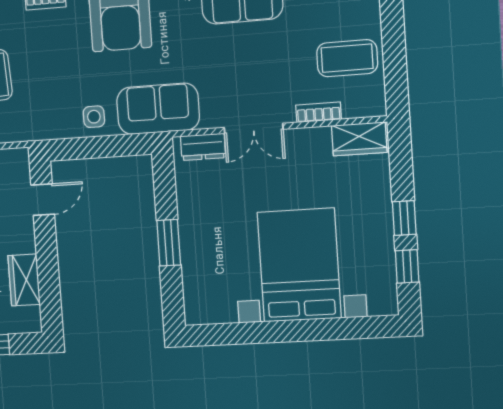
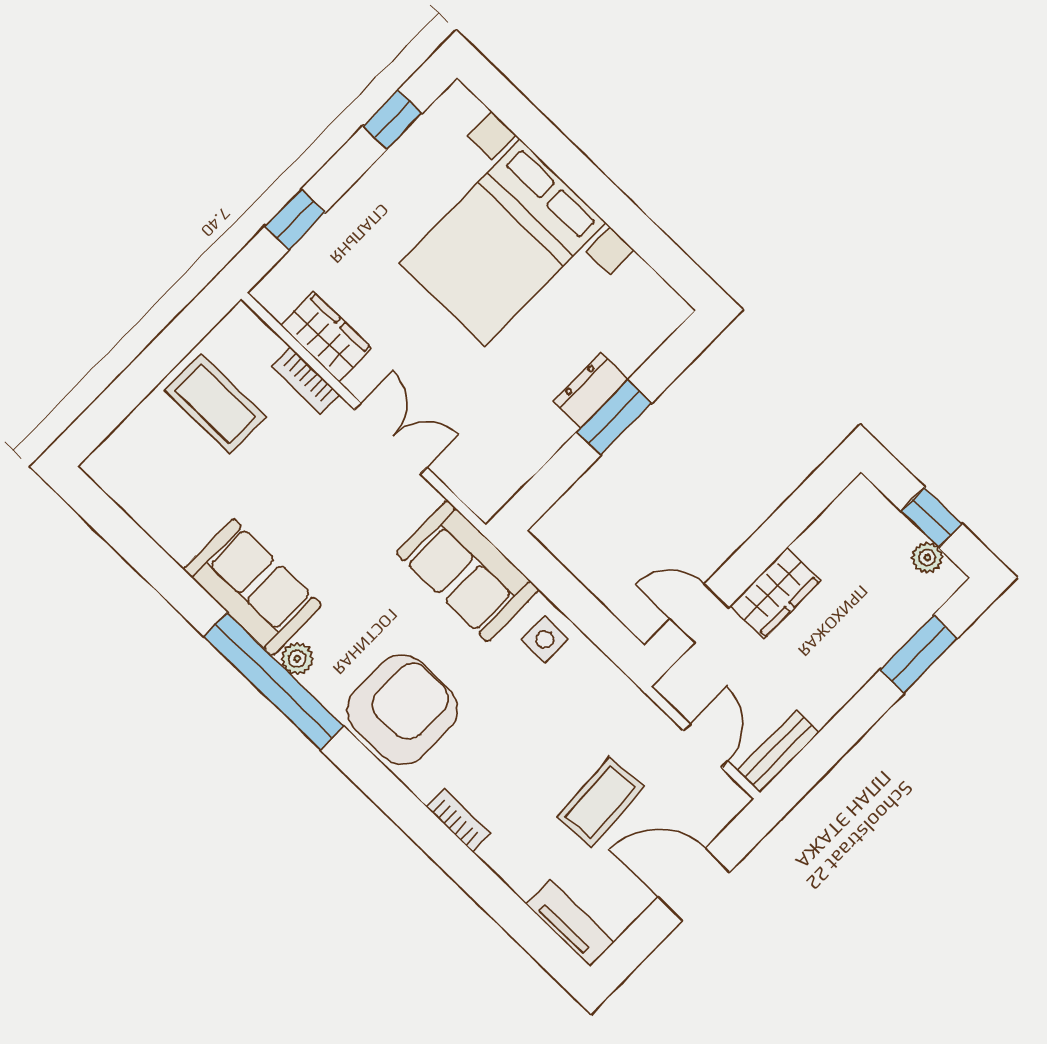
wardrobe: (359, 139) -> (326, 337), moved
dresser: (203, 147) -> (590, 391), moved, turned -90
window: (404, 218) -> (295, 220), moved
wardrobe: (24, 280) -> (775, 593), moved

